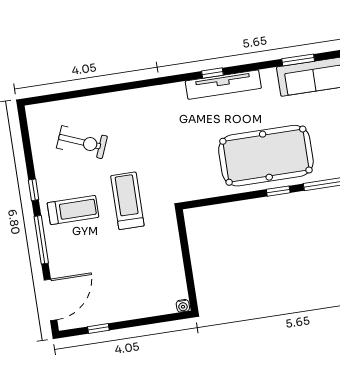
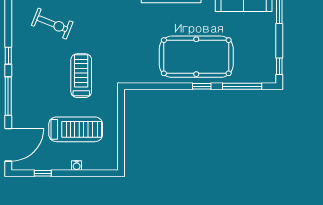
treadmill: (73, 210) -> (76, 129), moved, width x1.37, depth x1.38
water cooler: (183, 306) -> (77, 165), moved

